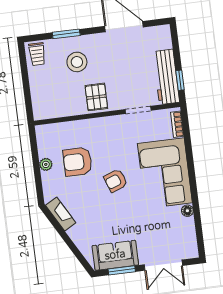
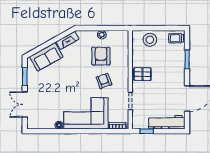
stool: (77, 62) -> (150, 40), moved
workbench: (166, 77) -> (167, 122), moved
armchair: (116, 181) -> (104, 81), moved
sofa: (115, 255) -> (46, 57), moved, turned 61

